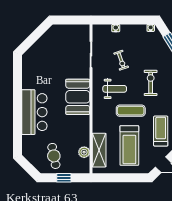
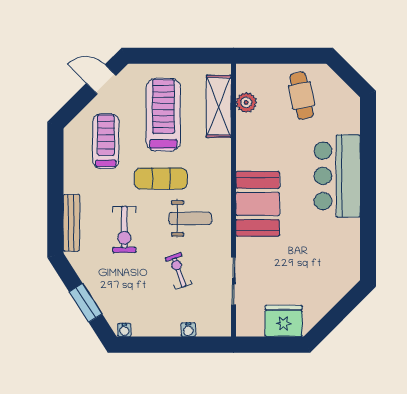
fridge: (64, 33) -> (284, 321), added
weight bench: (115, 89) -> (190, 218), turned 180
treadmill: (161, 131) -> (106, 141), turned 180
window: (64, 178) -> (283, 56), removed

